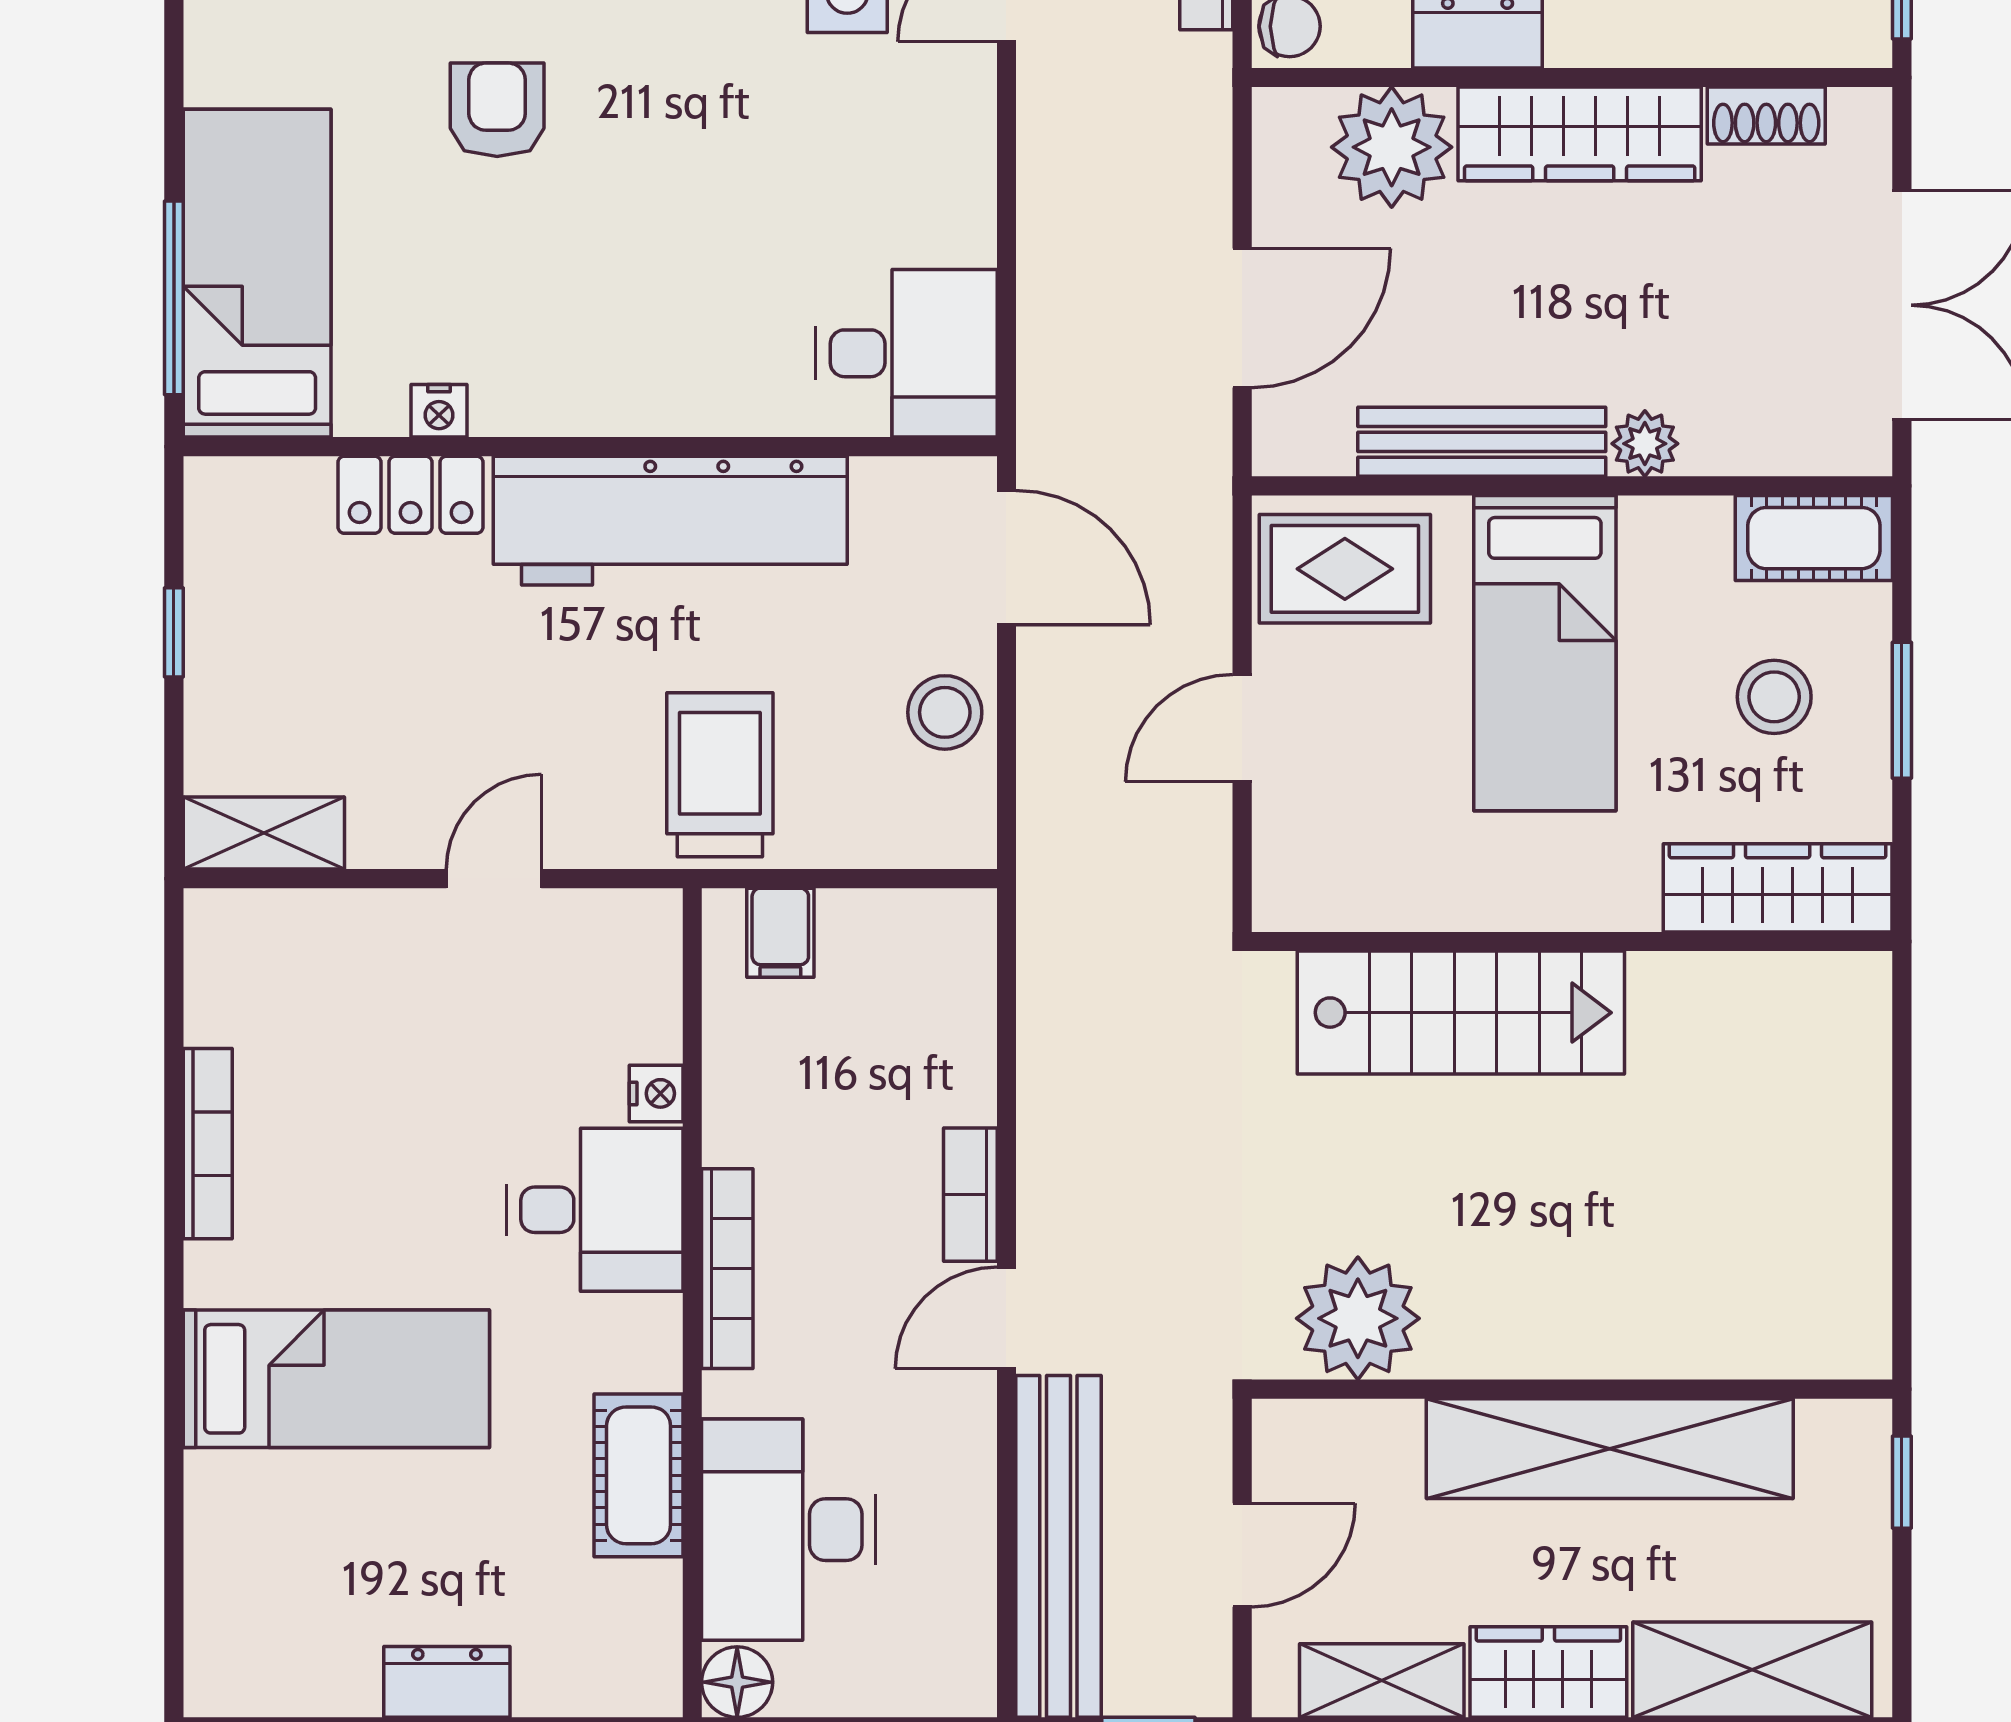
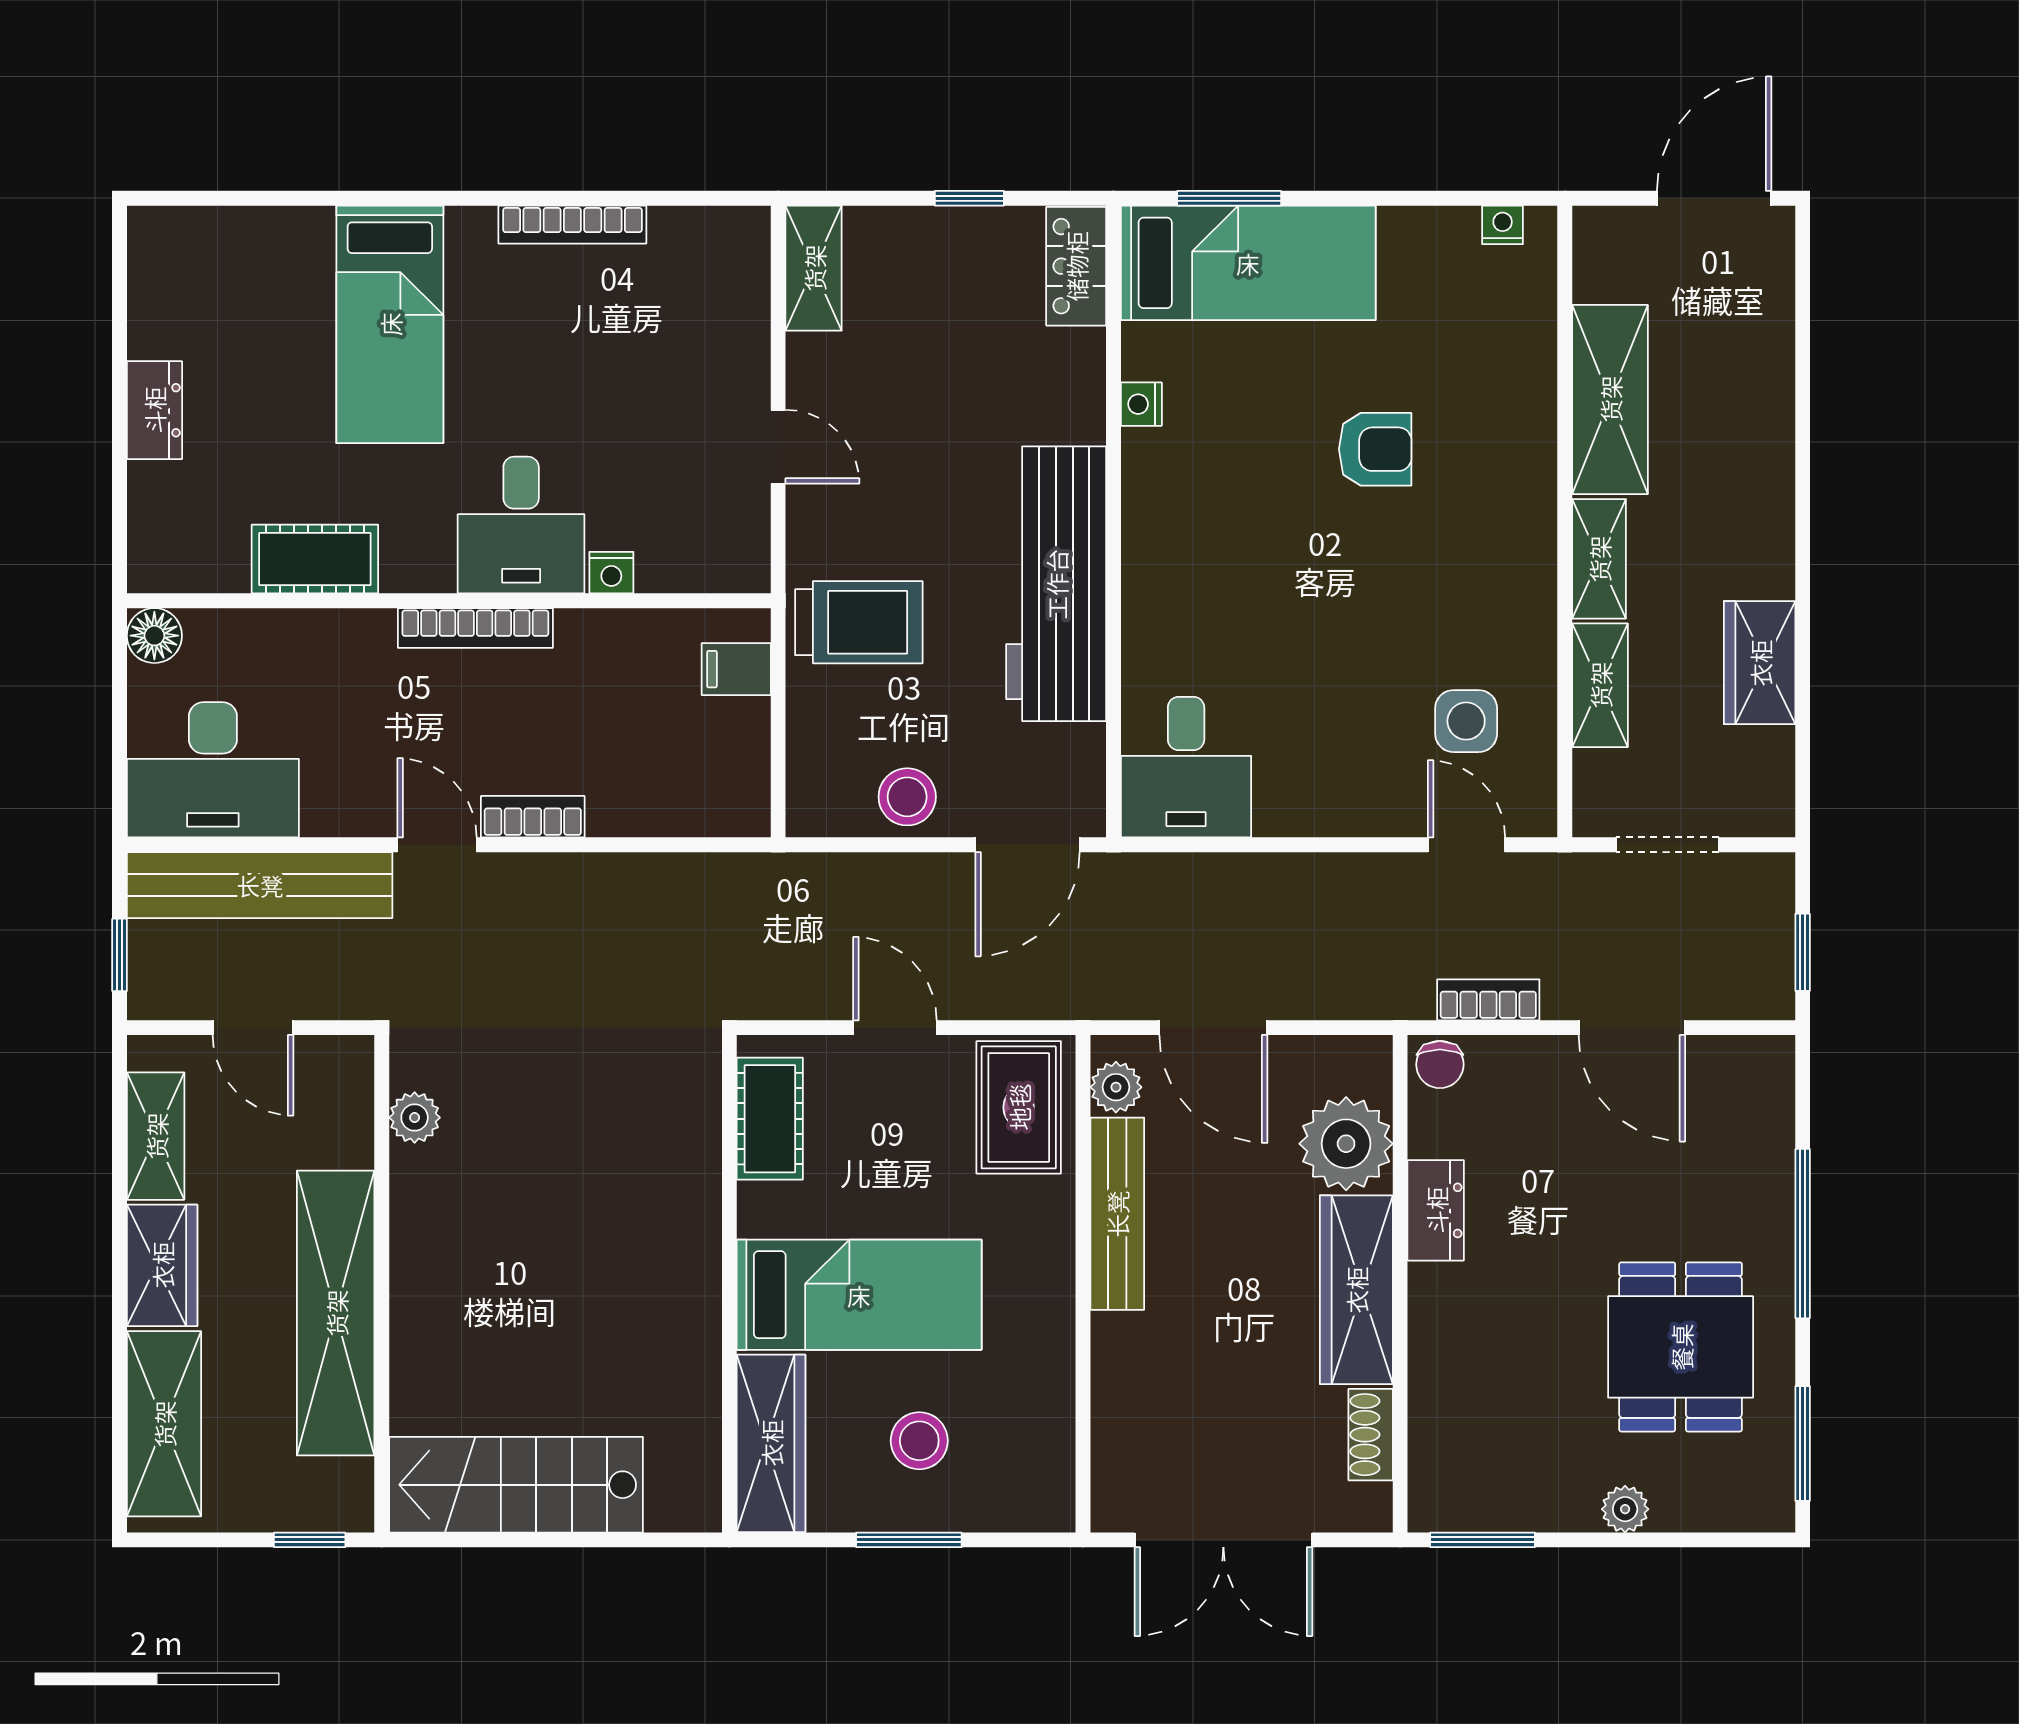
window: (174, 298) -> (1229, 198), width x0.69
plant: (1645, 444) -> (1116, 1087), moved
locker: (410, 495) -> (1076, 266), moved
cot: (1814, 538) -> (770, 1119), moved
bed: (1545, 653) -> (859, 1295), moved, turned 180
stairs: (1461, 1013) -> (516, 1485), moved, turned 90
plant: (1358, 1318) -> (415, 1118), width x0.53, depth x0.53
desk: (789, 1530) -> (213, 770), moved, turned 180

